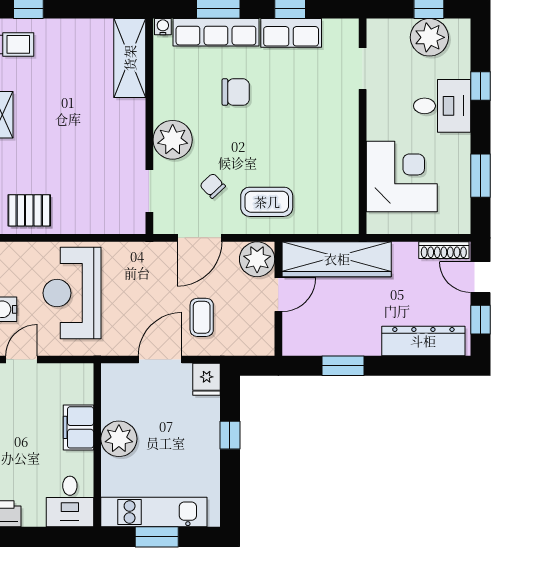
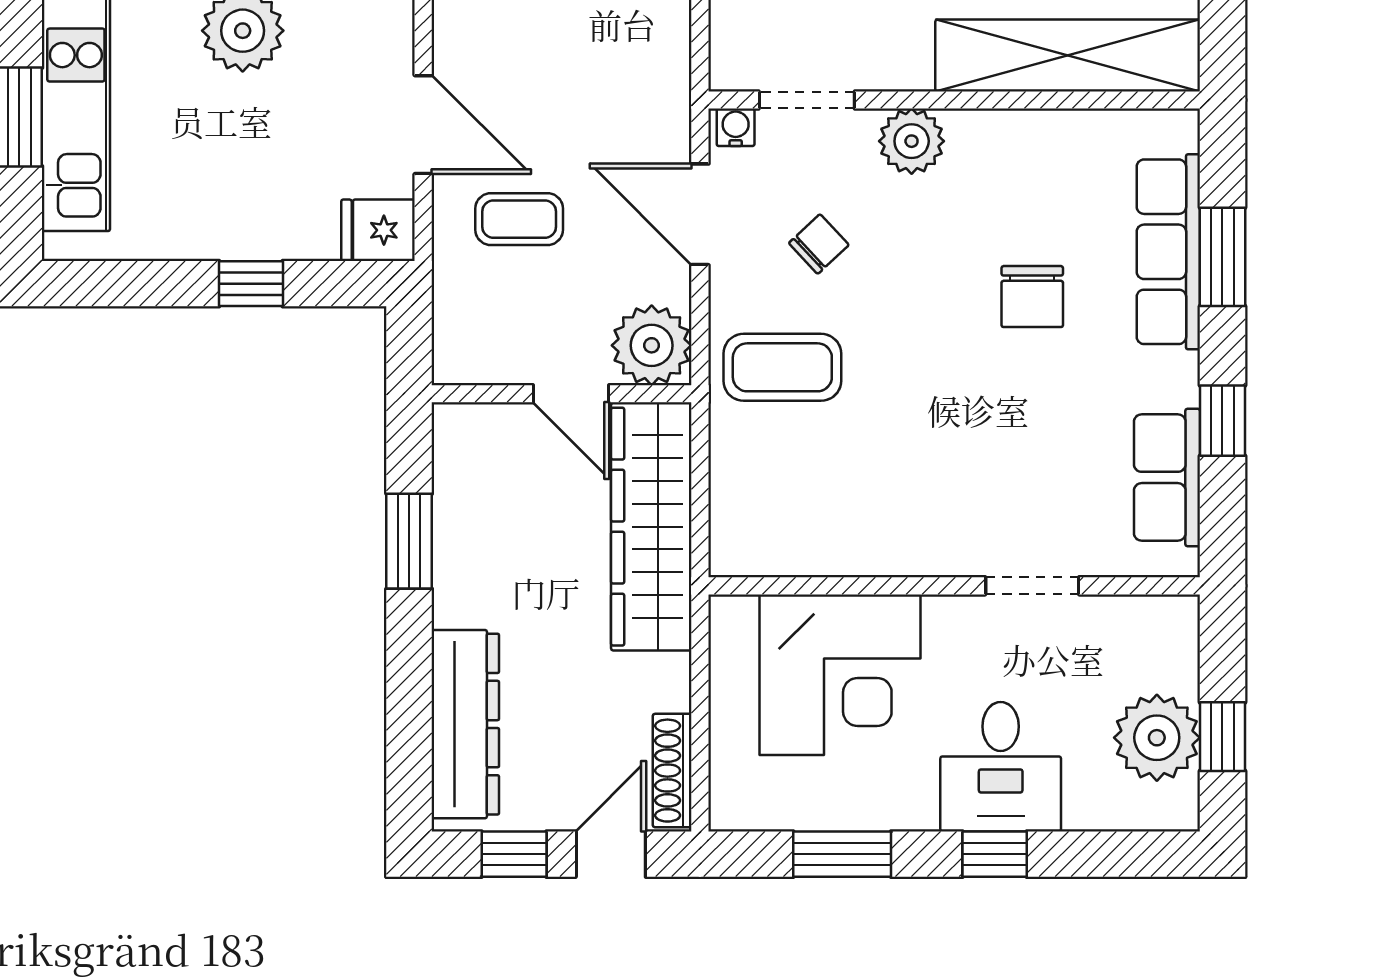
water cooler: (163, 27) -> (736, 127), moved, turned -90
row of seats: (291, 33) -> (1167, 477), moved
shelving: (130, 58) -> (1068, 55), width x1.47
doorway: (363, 69) -> (1032, 586), moved
window: (481, 86) -> (995, 854), moved
plant: (173, 140) -> (912, 141), width x0.73, depth x0.73
coffee table: (267, 202) -> (782, 367), turned 90

